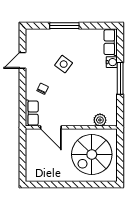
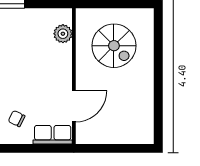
spiral stairs: (92, 154) -> (114, 46), width x0.73, depth x0.73

